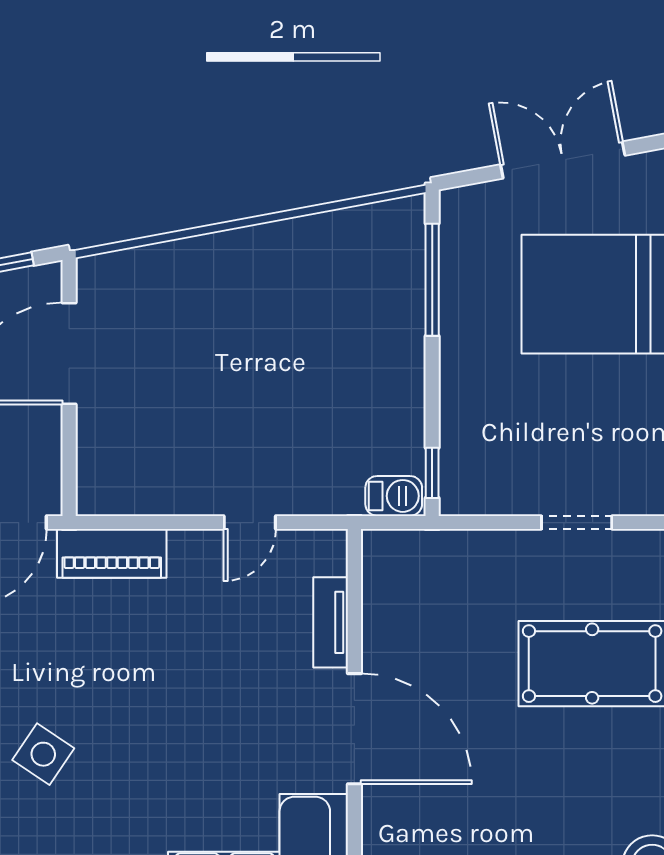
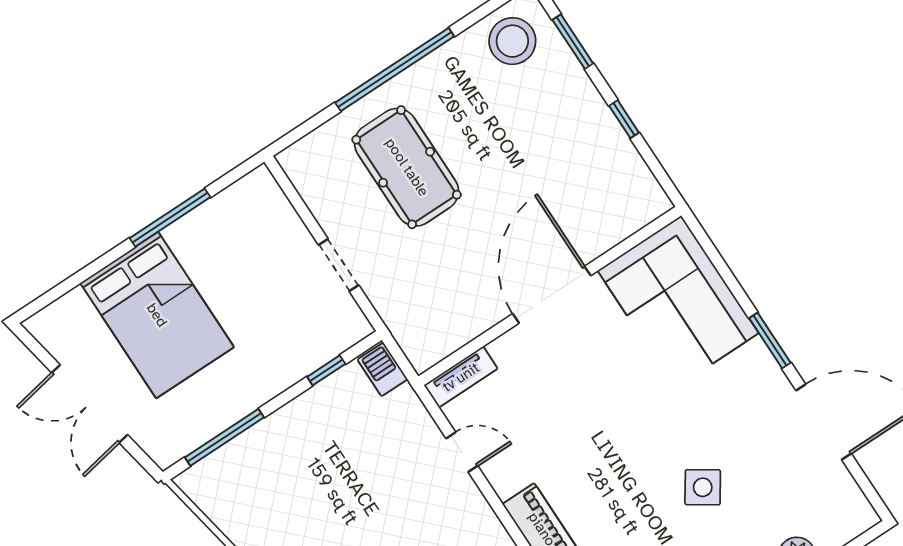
window: (432, 473) -> (326, 370), moved
doorway: (577, 523) -> (339, 265), moved
tv unit: (331, 622) -> (461, 377), moved

